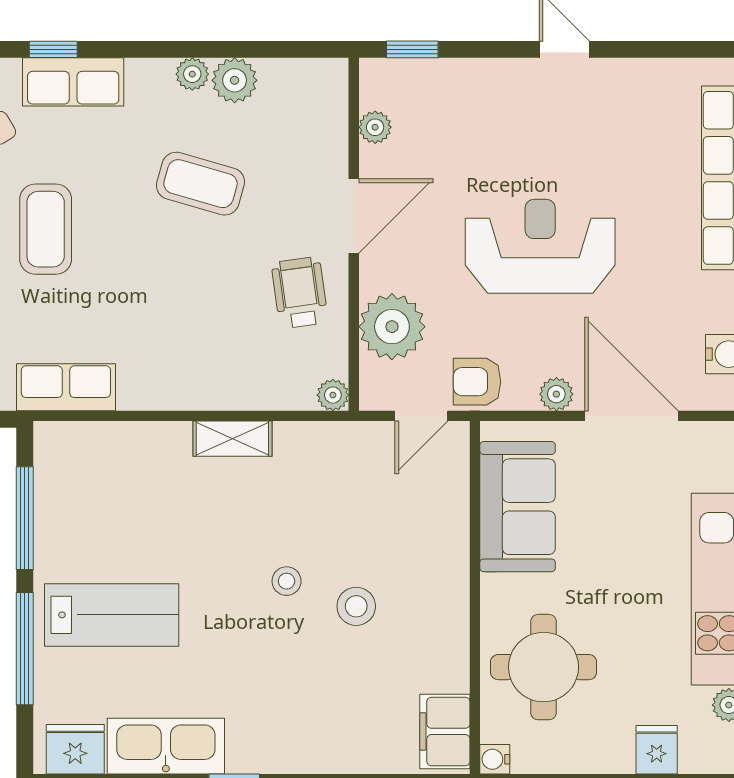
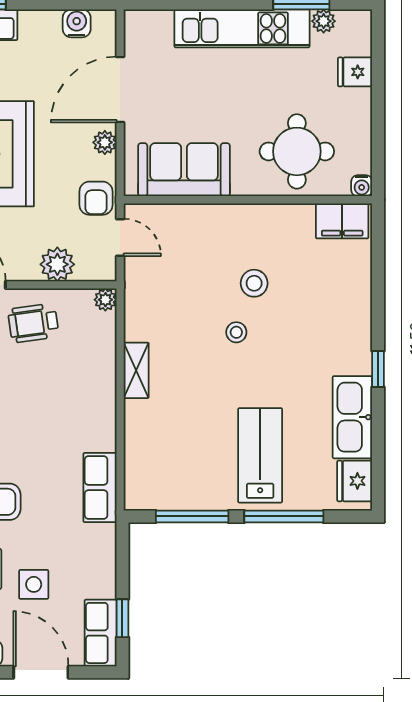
plant: (392, 327) -> (57, 264), width x0.73, depth x0.73

